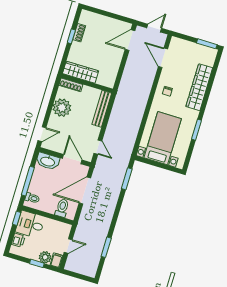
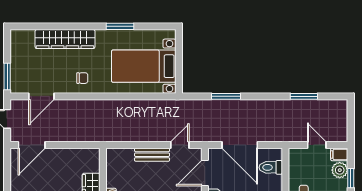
door: (130, 40) -> (32, 145), hinge flipped
window: (207, 44) -> (7, 77), moved
bench: (102, 109) -> (152, 155), moved, width x0.73
window: (127, 179) -> (226, 96), moved

